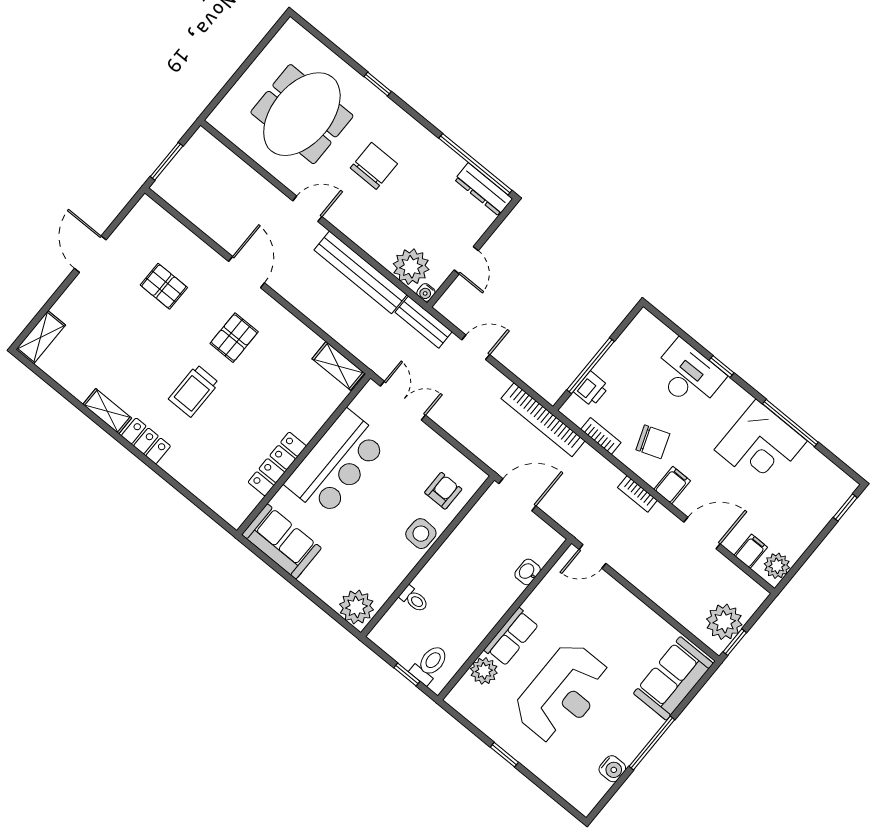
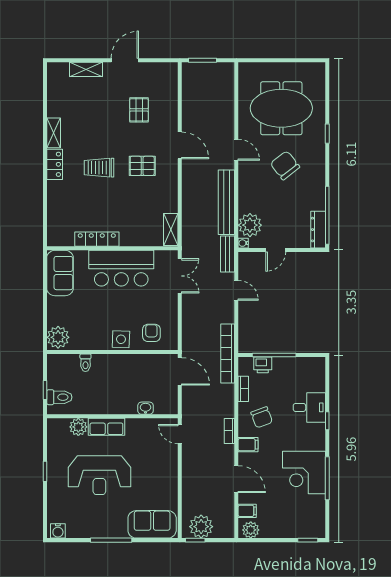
chair: (374, 166) -> (285, 165), turned -128
door: (247, 272) -> (180, 145), hinge flipped
shelving: (41, 337) -> (86, 69), moved
desk: (688, 375) -> (309, 407), width x0.73
armchair: (443, 491) -> (151, 333), turned -90
water cooler: (612, 769) -> (58, 531), moved

